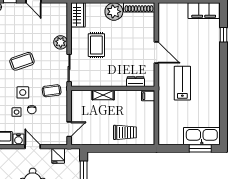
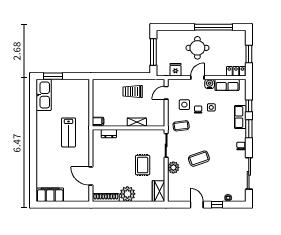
window: (223, 35) -> (33, 174), removed
door: (156, 52) -> (91, 176), moved
coffee table: (22, 61) -> (199, 159), moved
side table: (23, 92) -> (184, 105), moved
trolley: (125, 132) -> (133, 91), moved
kitchen sink: (202, 136) -> (44, 95), moved, turned -90
door: (33, 147) -> (197, 78), swing flipped

